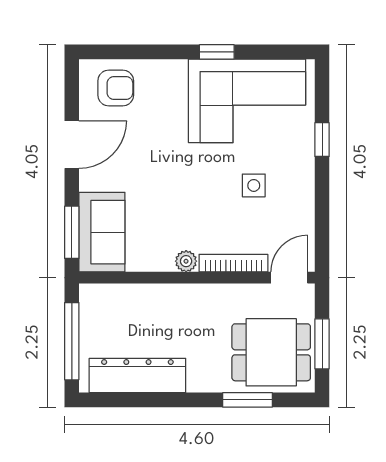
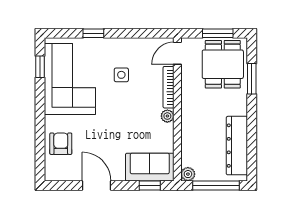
window: (217, 52) -> (40, 67), moved
armchair: (116, 88) -> (61, 144), moved
window: (72, 232) -> (150, 185), width x0.67
door: (289, 278) -> (177, 53), hinge flipped
plant: (91, 295) -> (188, 174), added

